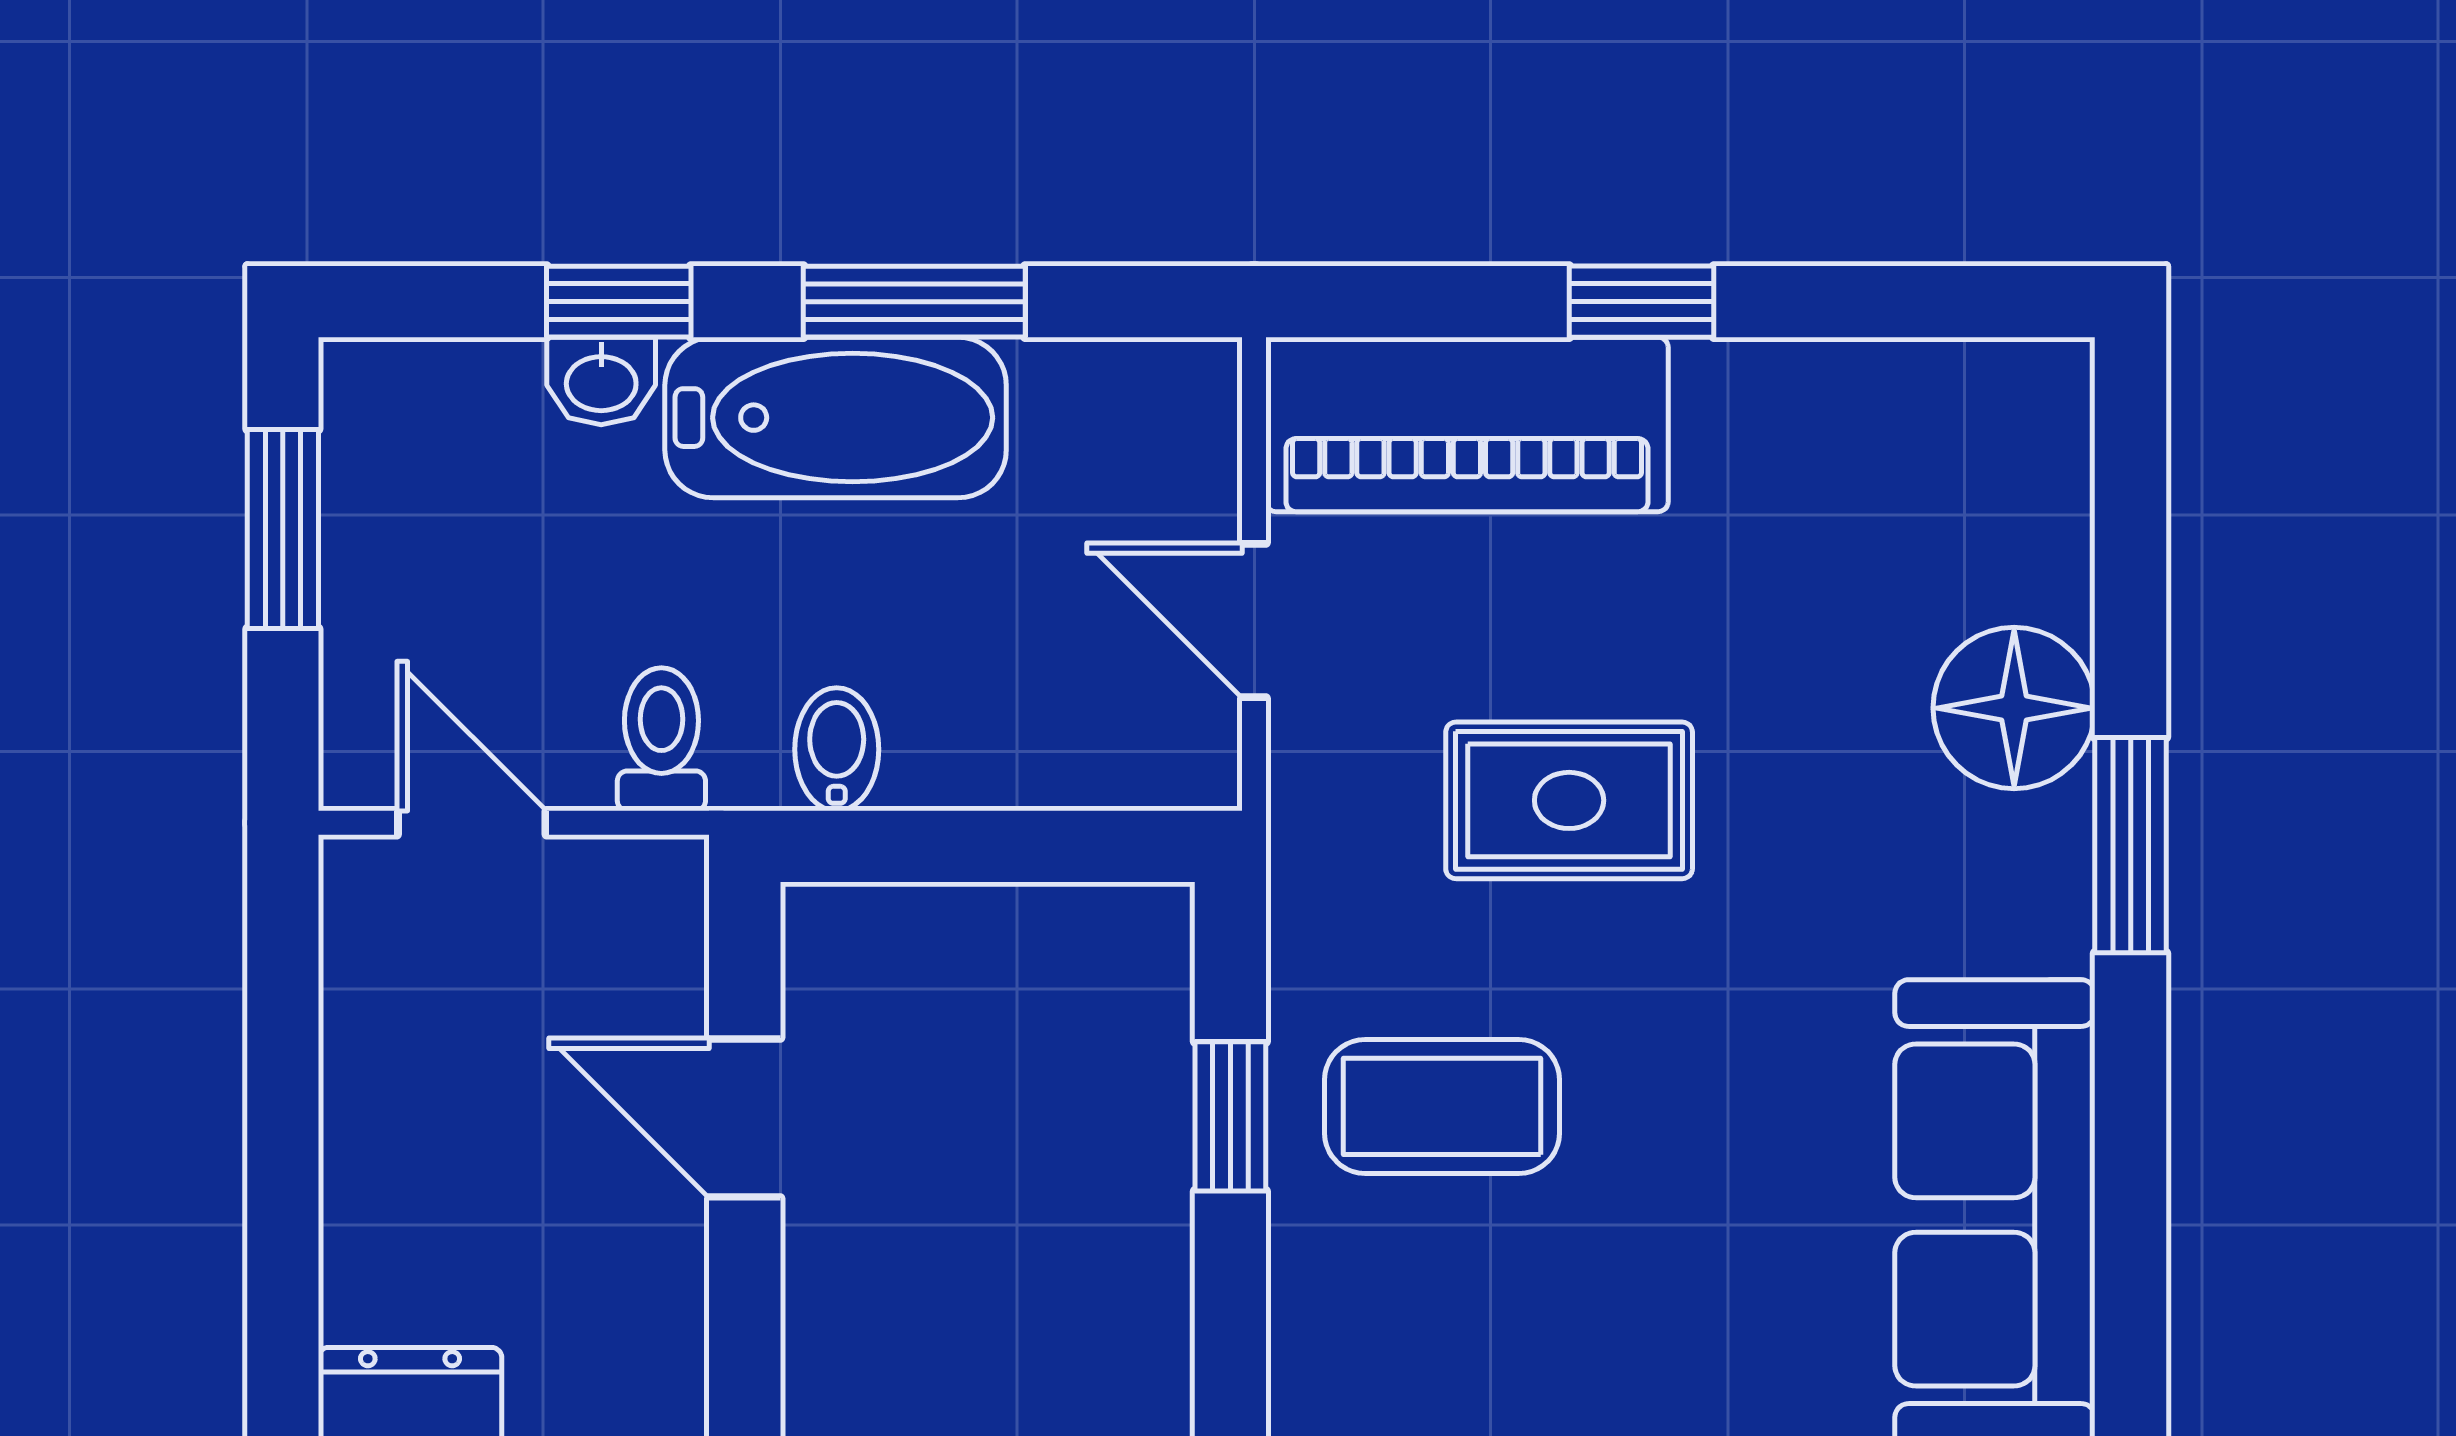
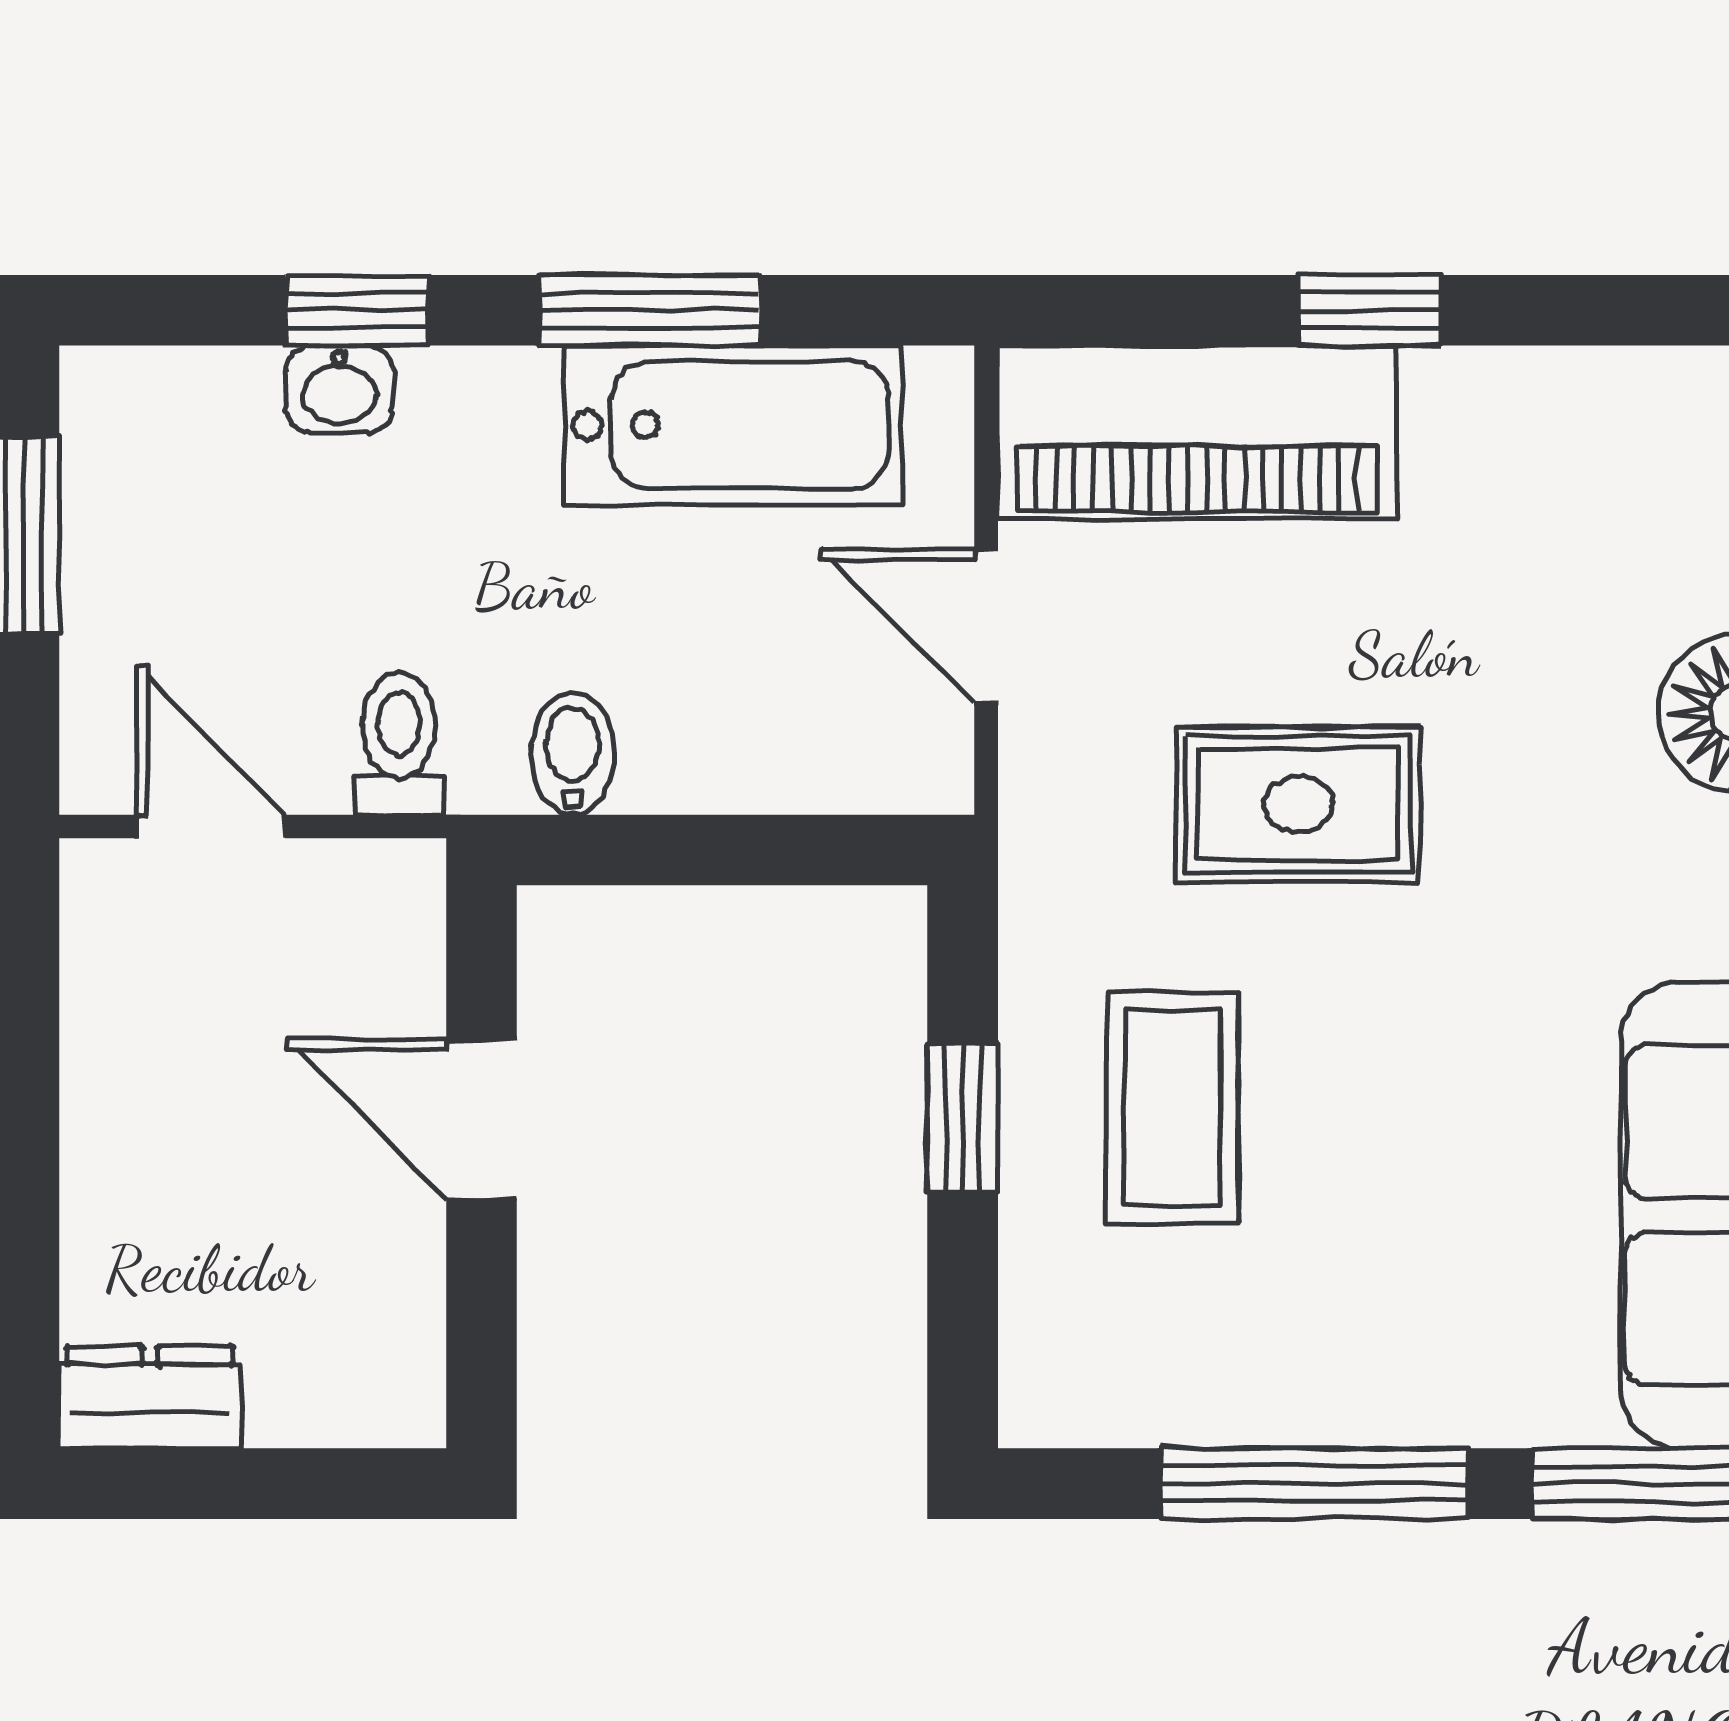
bathtub: (836, 418) -> (733, 425), moved
coffee table: (1442, 1106) -> (1172, 1108), turned 90

